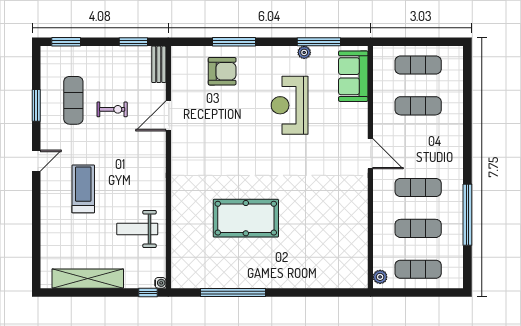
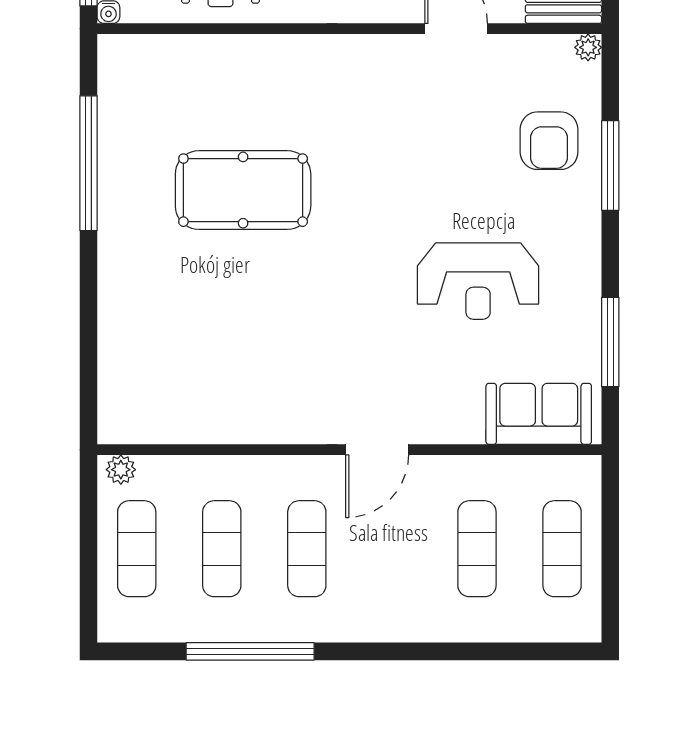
plant: (304, 52) -> (588, 47), moved
reception desk: (290, 105) -> (478, 281), turned 180
pool table: (246, 218) -> (243, 190), turned 90

